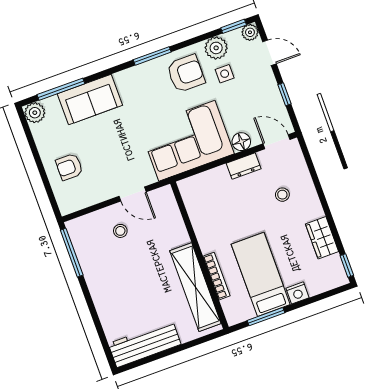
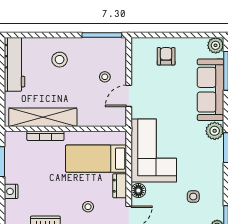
plant: (216, 48) -> (215, 131), moved
armchair: (186, 74) -> (204, 168), removed
sofa: (90, 99) -> (210, 90), width x1.36
bed: (261, 274) -> (96, 159), moved, turned 180
stool: (119, 292) -> (60, 60), added

